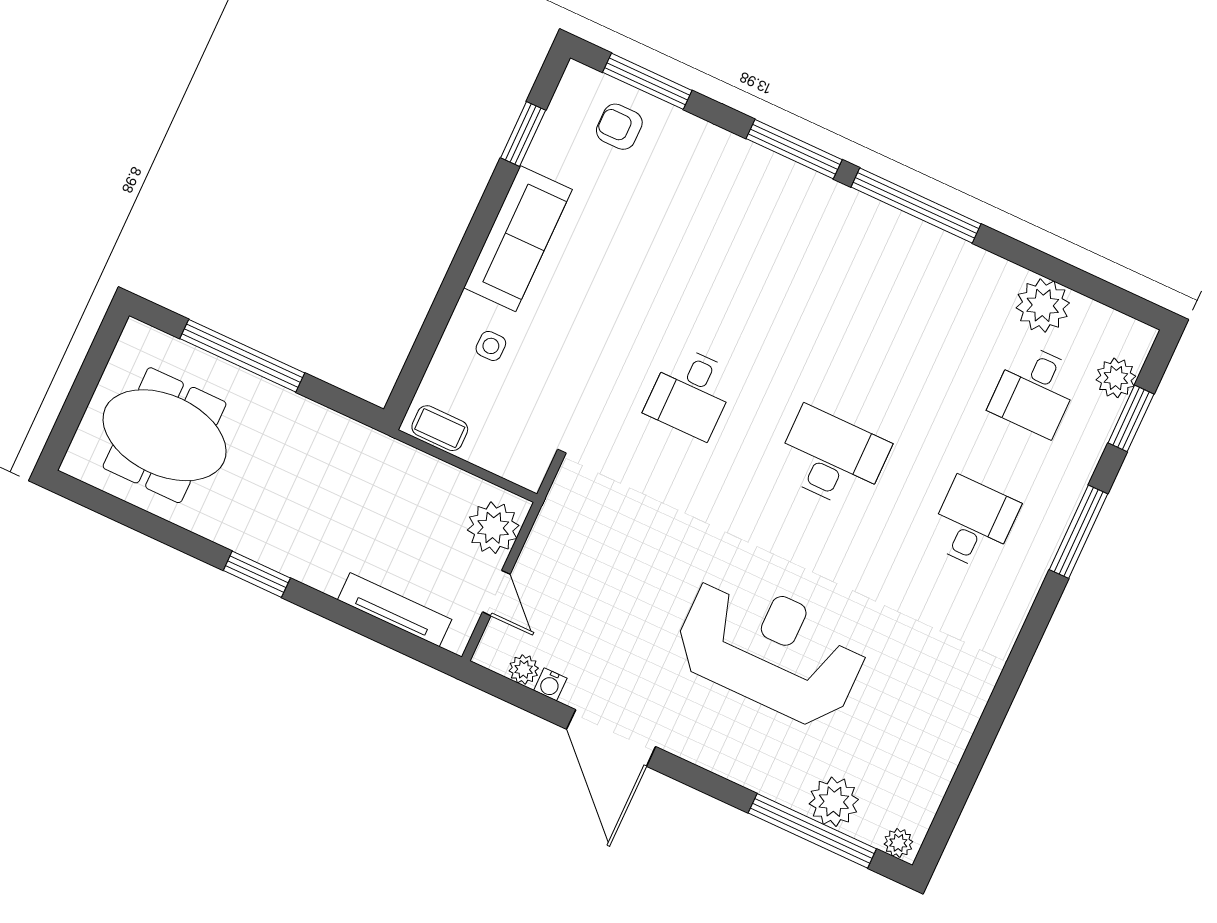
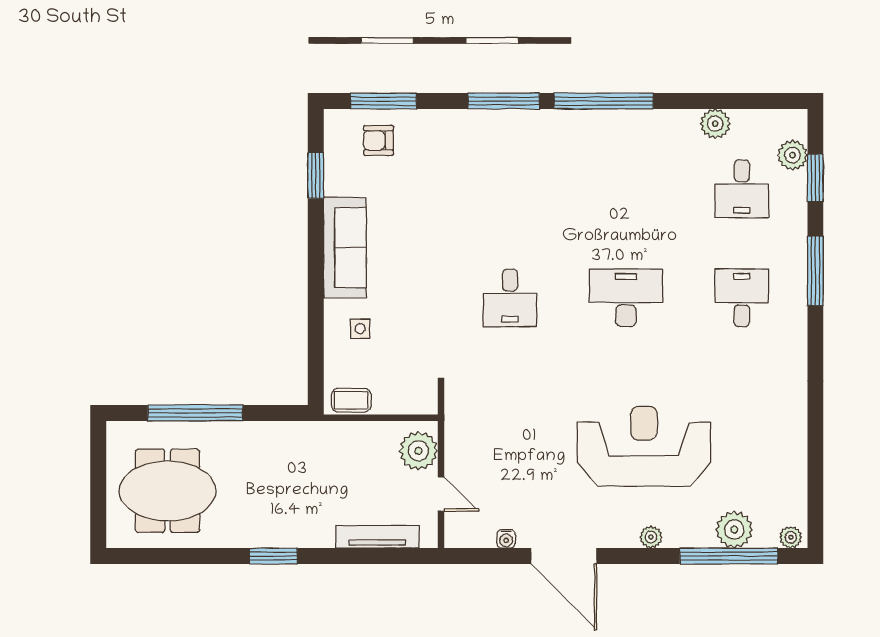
plant: (1043, 305) -> (715, 124), width x0.73, depth x0.73
plant: (524, 669) -> (651, 537), moved

